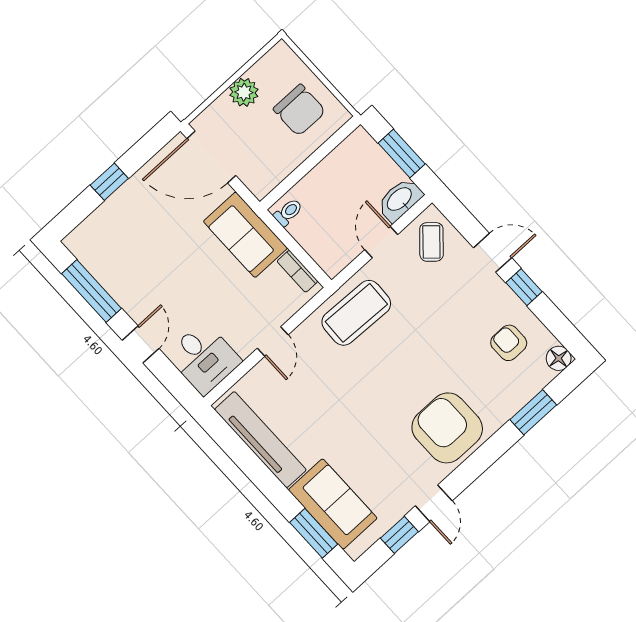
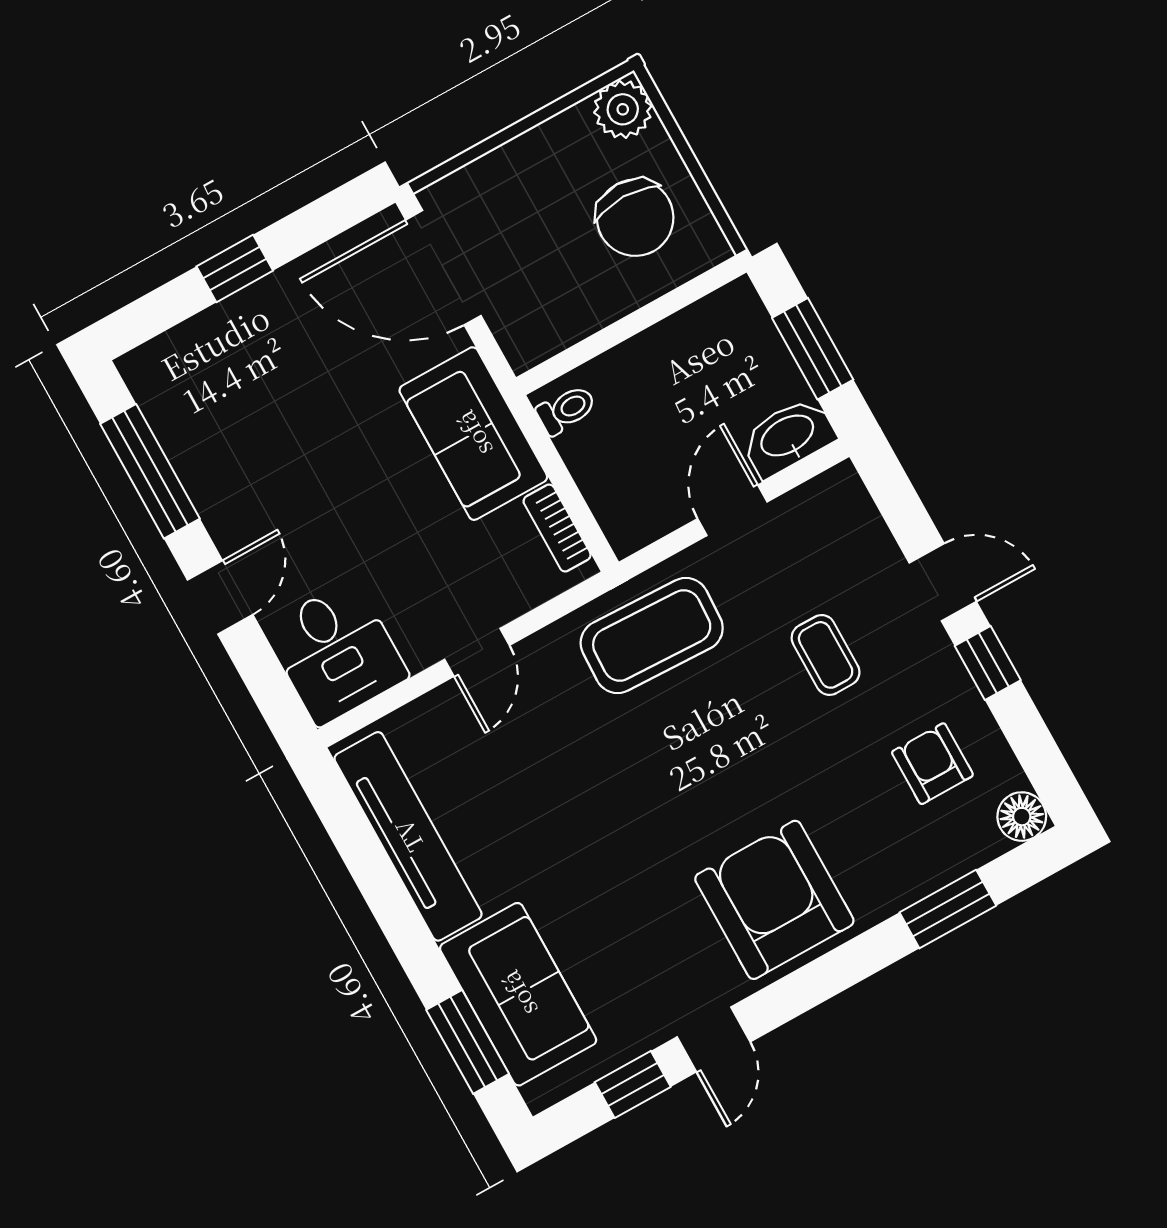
plant: (244, 92) -> (623, 109), moved
coffee table: (431, 242) -> (826, 655), moved, turned -42

